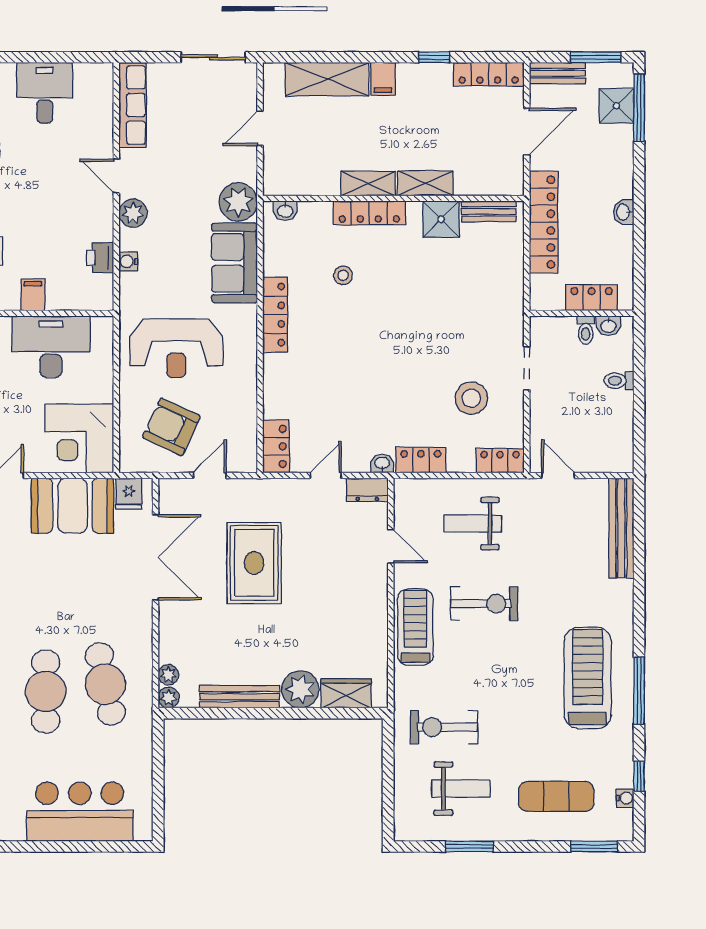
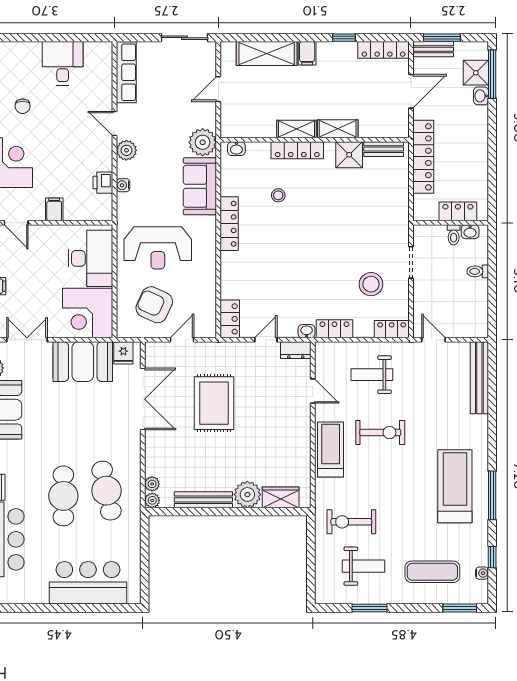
window: (596, 57) -> (442, 38), moved
washbasin: (624, 212) -> (481, 96), moved
desk: (51, 347) -> (90, 258), moved, turned 90

